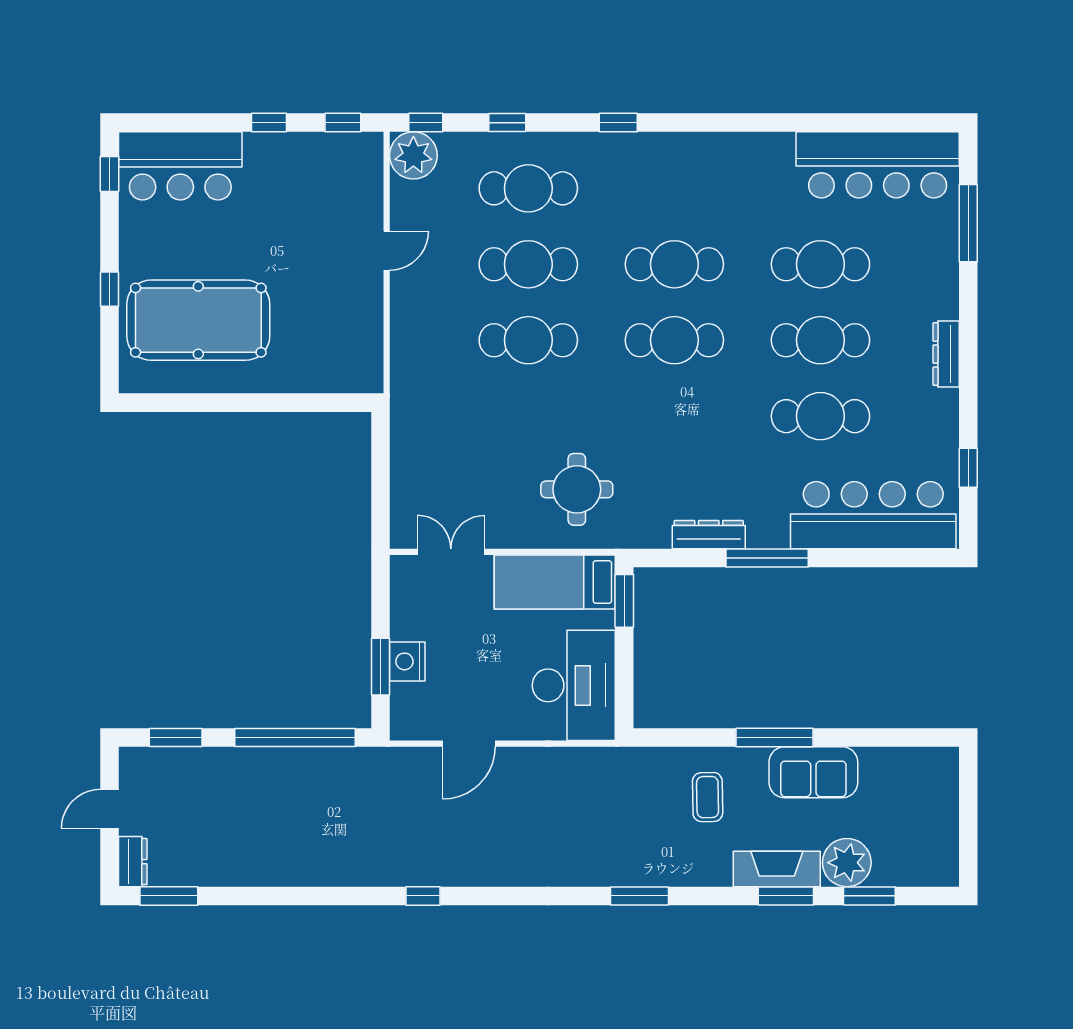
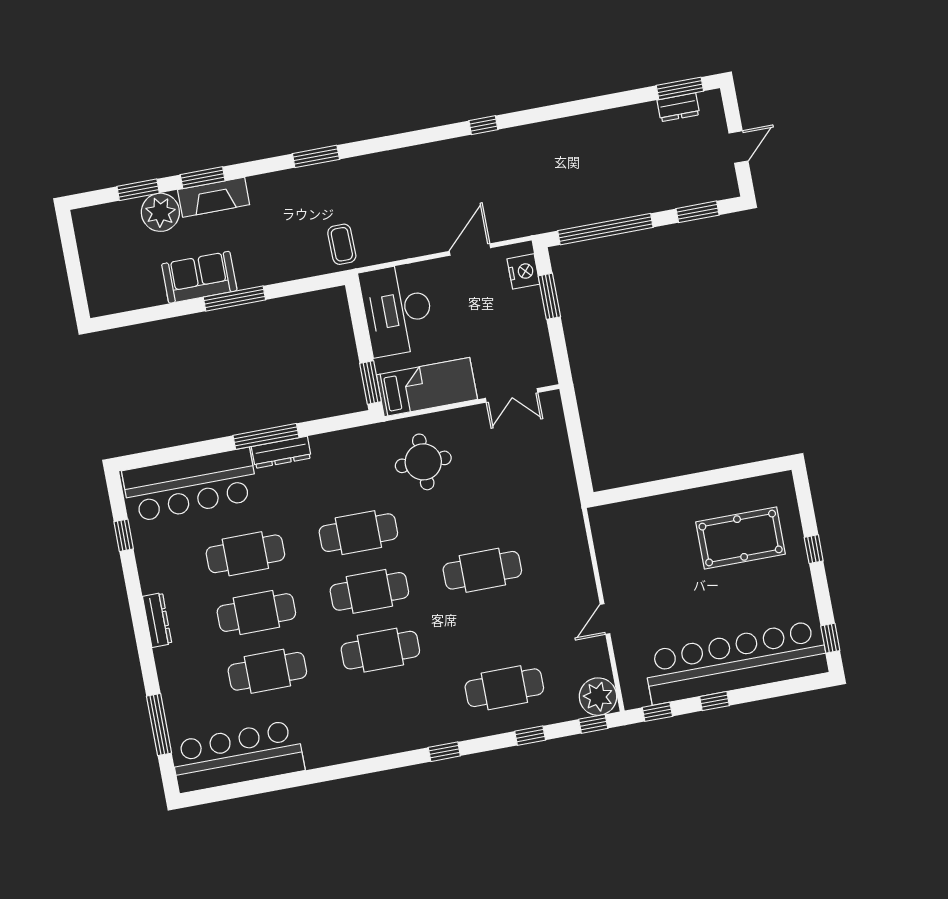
bar counter: (180, 166) -> (736, 662), width x1.86
cafe table: (528, 264) -> (358, 533), moved
pool table: (198, 320) -> (741, 538), width x0.73, depth x0.76
dresser: (709, 535) -> (281, 452), moved
nightstand: (407, 661) -> (523, 271), moved
coffee table: (708, 797) -> (342, 244), moved
dresser: (133, 862) -> (678, 107), moved, turned -90

